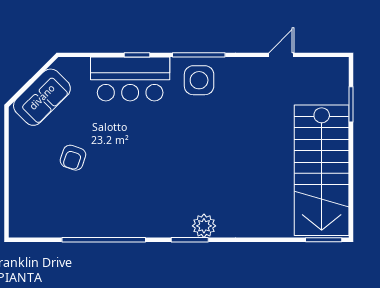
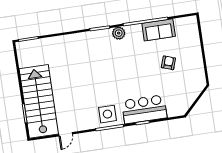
sofa: (42, 97) -> (159, 30), moved, turned -135
stairs: (322, 170) -> (39, 101), moved
plant: (204, 226) -> (119, 33), moved

